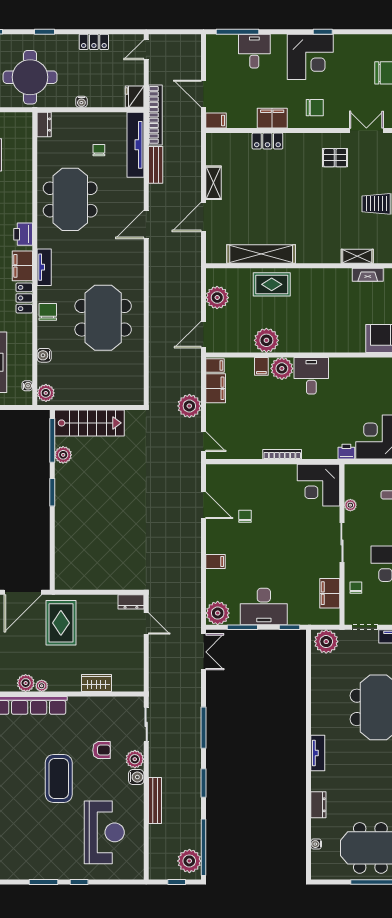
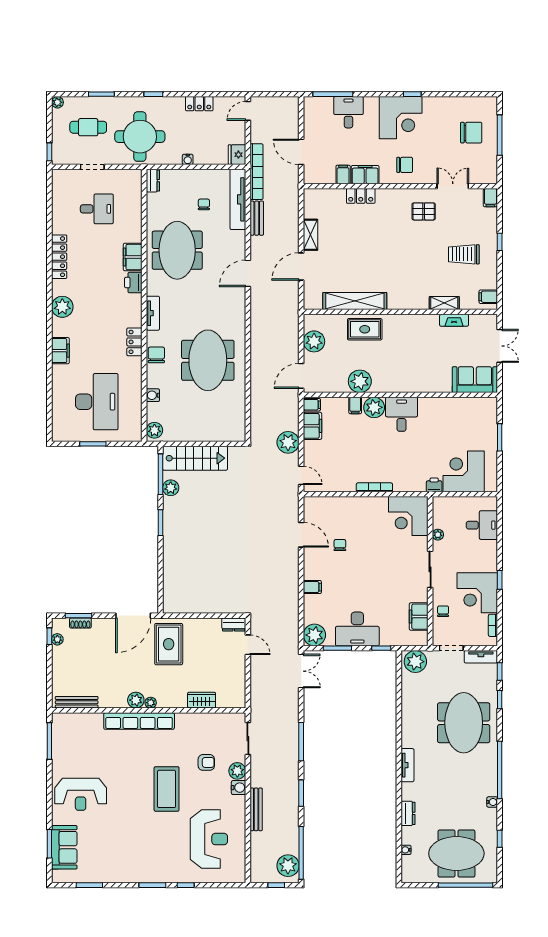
filing cabinet: (216, 120) -> (343, 174), moved, turned -90
filing cabinet: (22, 266) -> (133, 257), moved
water cooler: (27, 386) -> (137, 424), removed

